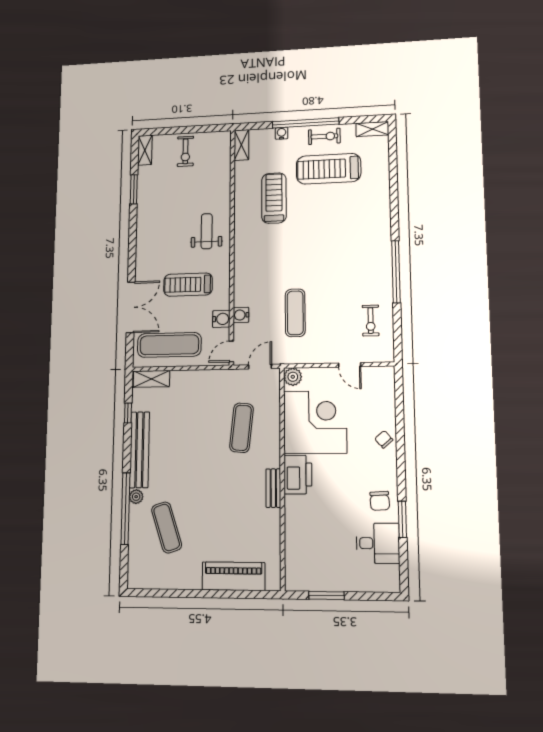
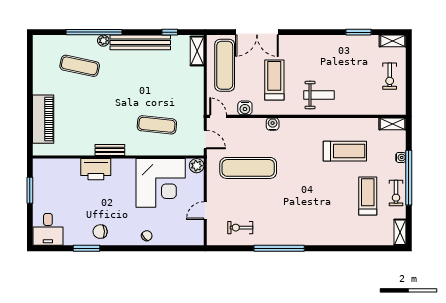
exercise bike: (185, 151) -> (390, 76), turned -90
treadmill: (329, 169) -> (368, 196), width x0.73, depth x0.73
exercise mat: (295, 313) -> (248, 168), width x1.36, depth x1.45
water cooler: (241, 315) -> (273, 124), moved
printer: (298, 475) -> (96, 169), moved
exercise mat: (167, 527) -> (80, 66), turned 30
desk: (378, 543) -> (48, 229), moved

